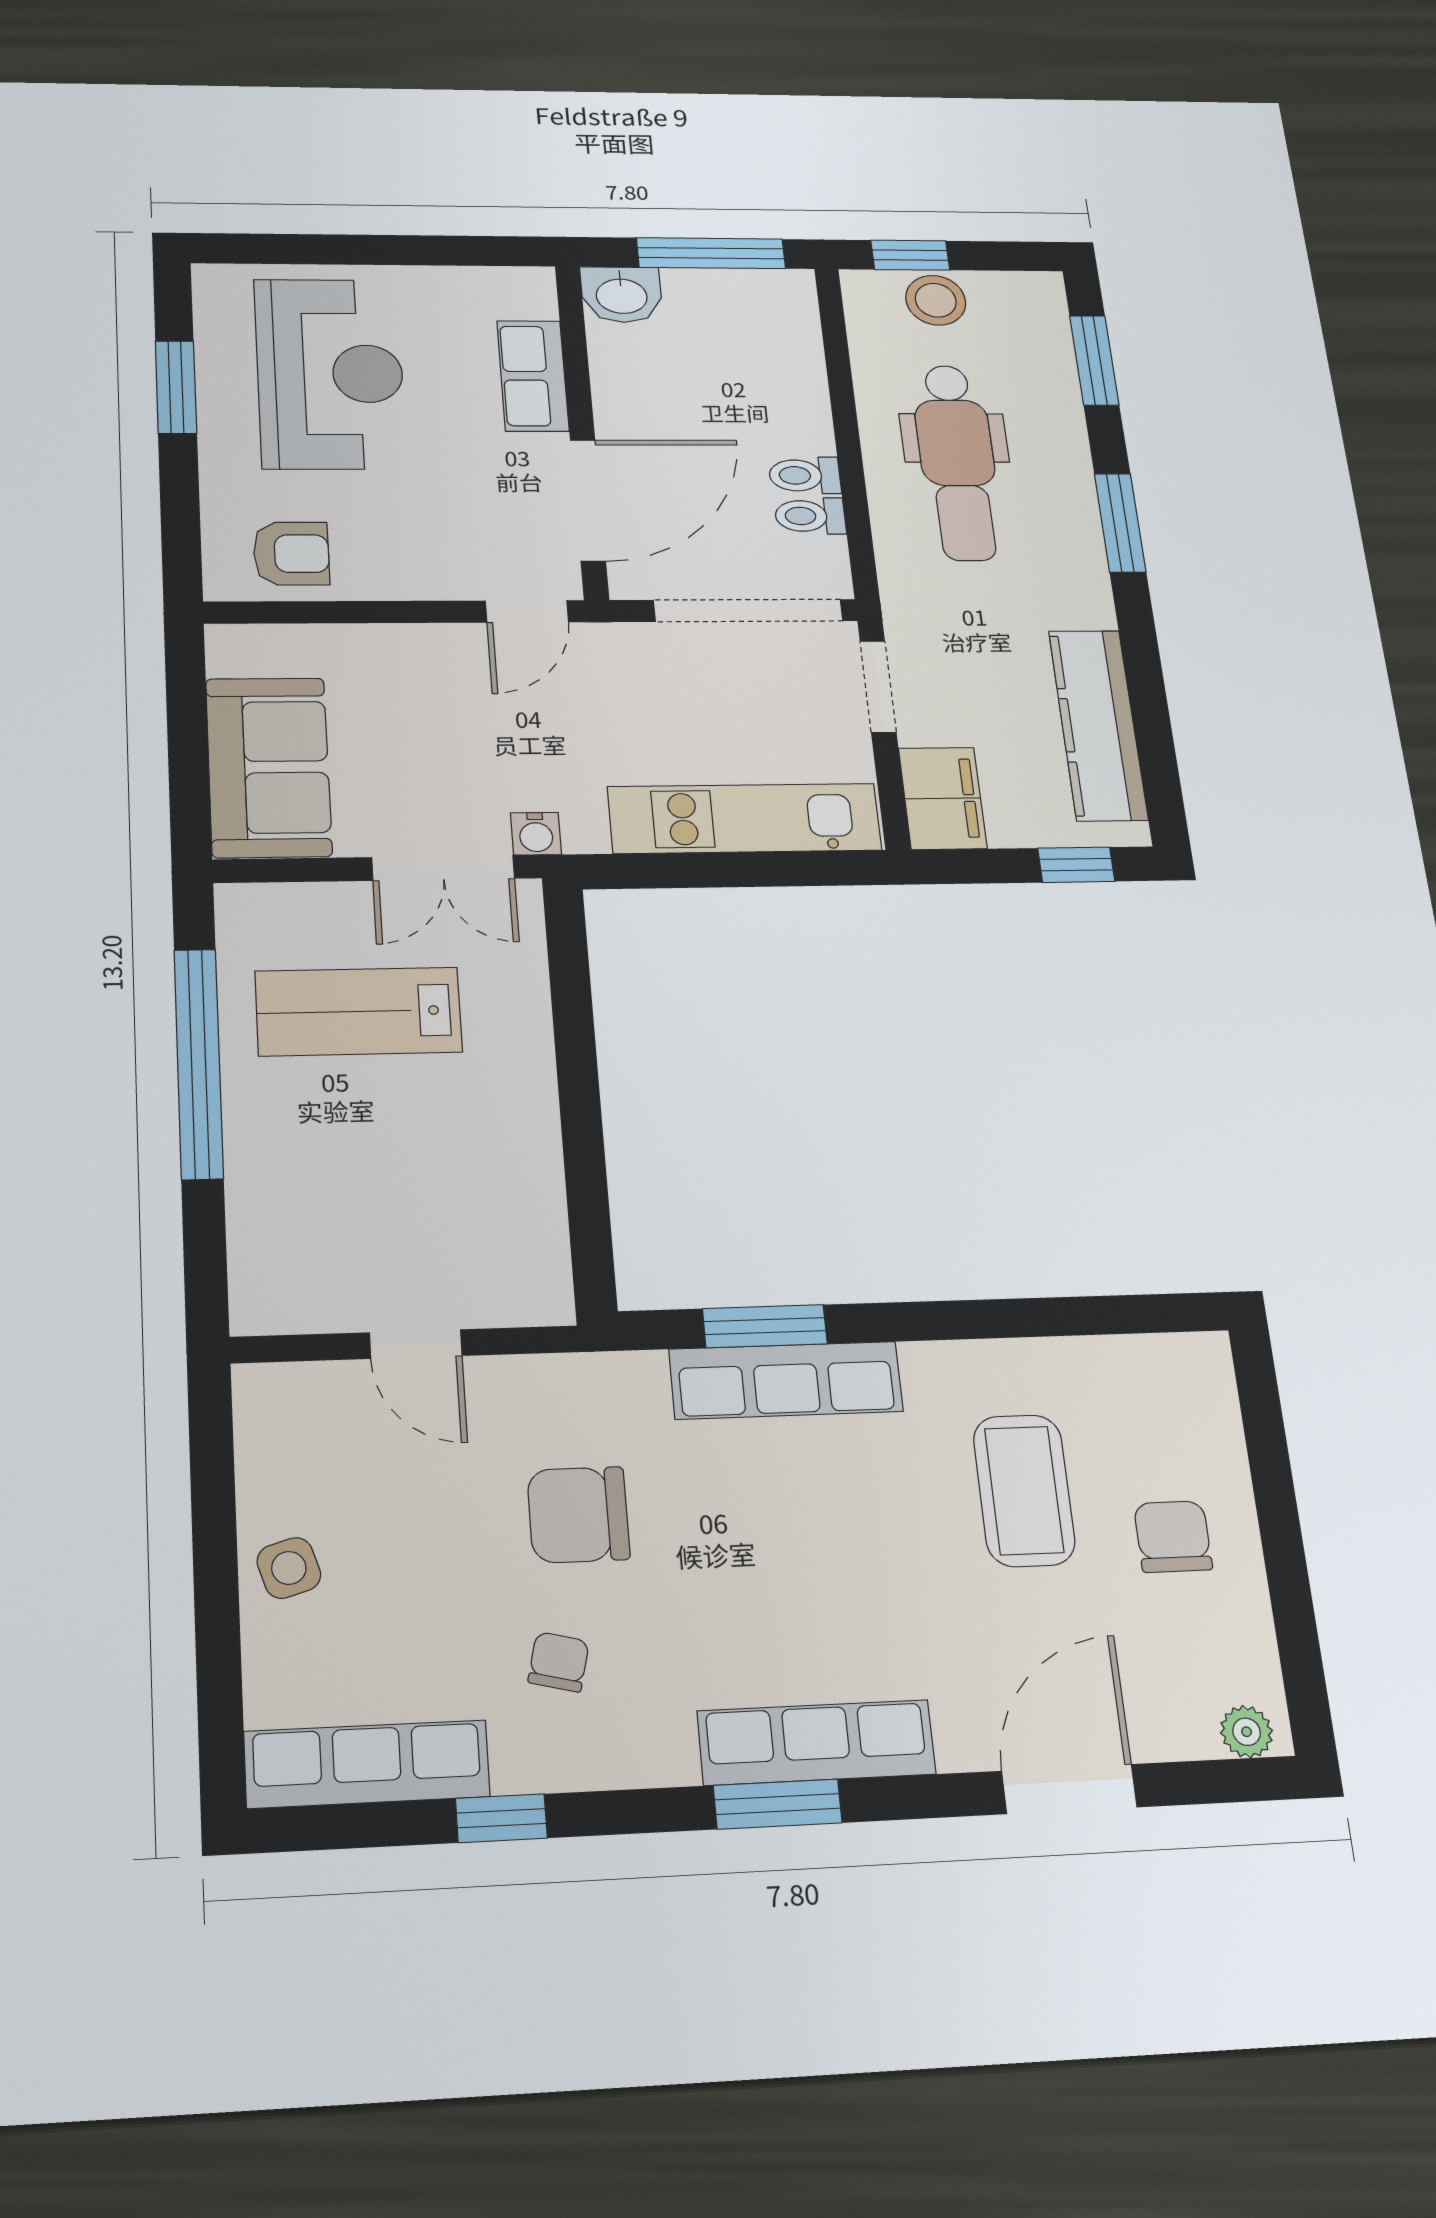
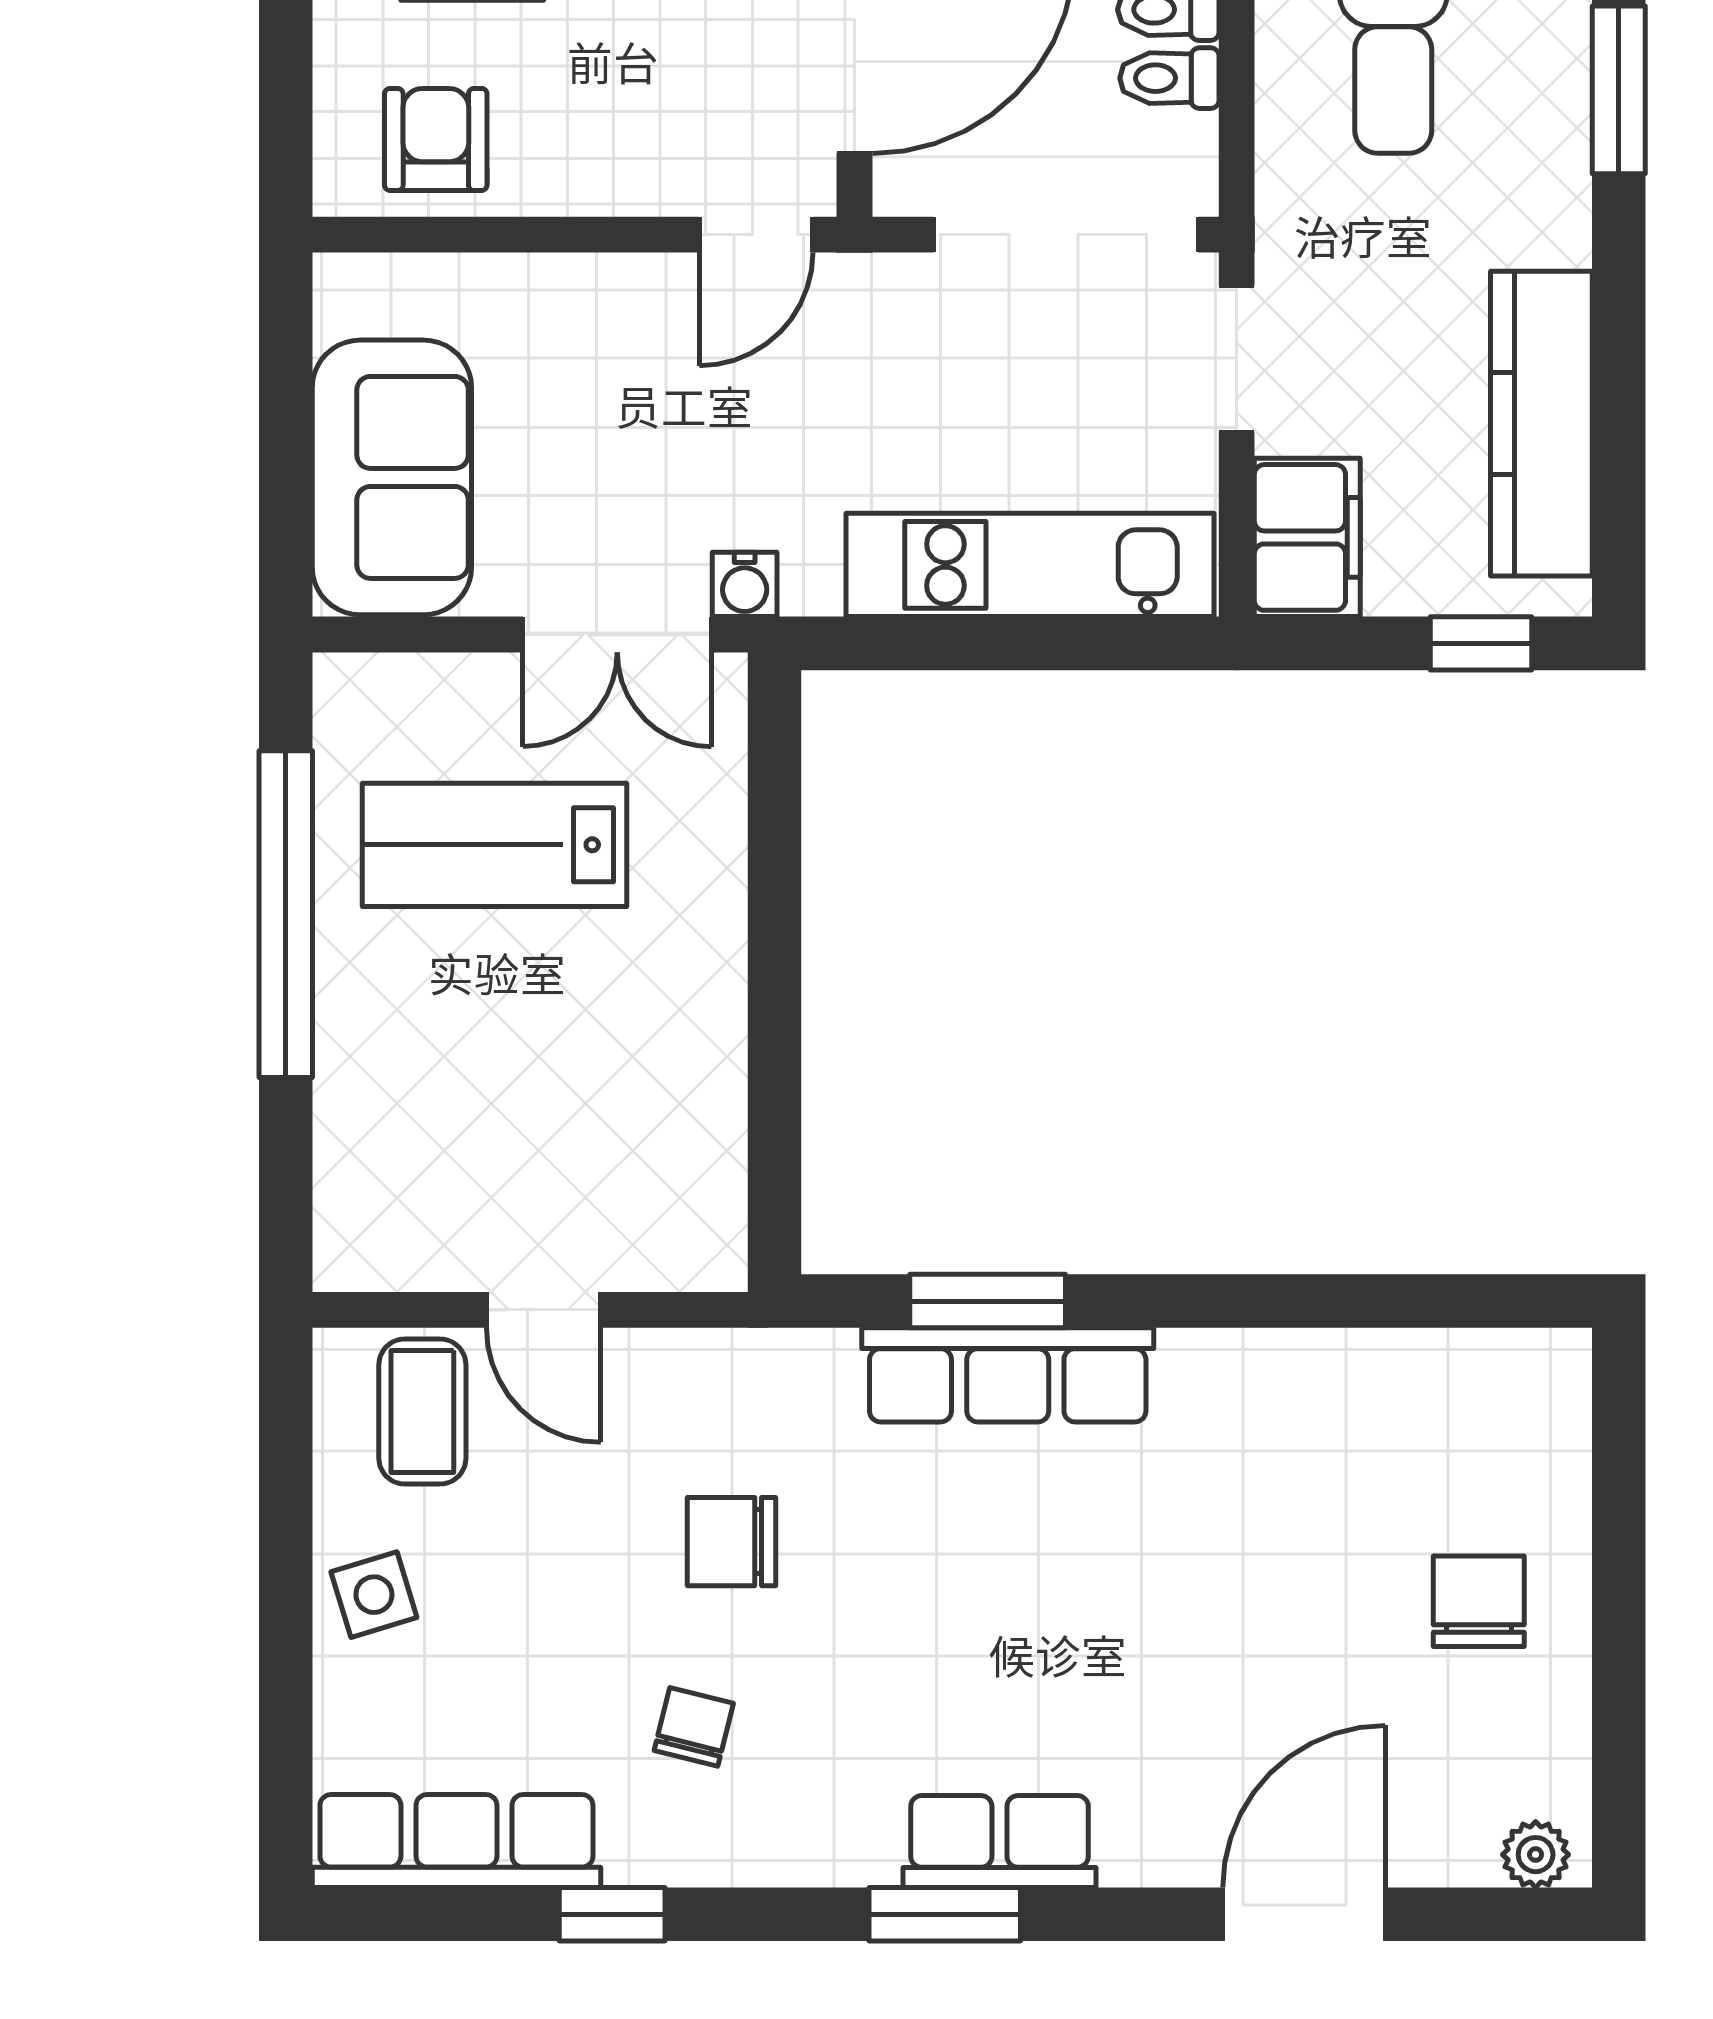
armchair: (291, 554) -> (436, 139), turned -90
coffee table: (1024, 1490) -> (422, 1411), moved, width x0.73, depth x0.77
chair: (578, 1515) -> (732, 1542), width x0.73, depth x0.73
row of seats: (816, 1742) -> (1000, 1842), width x0.68

